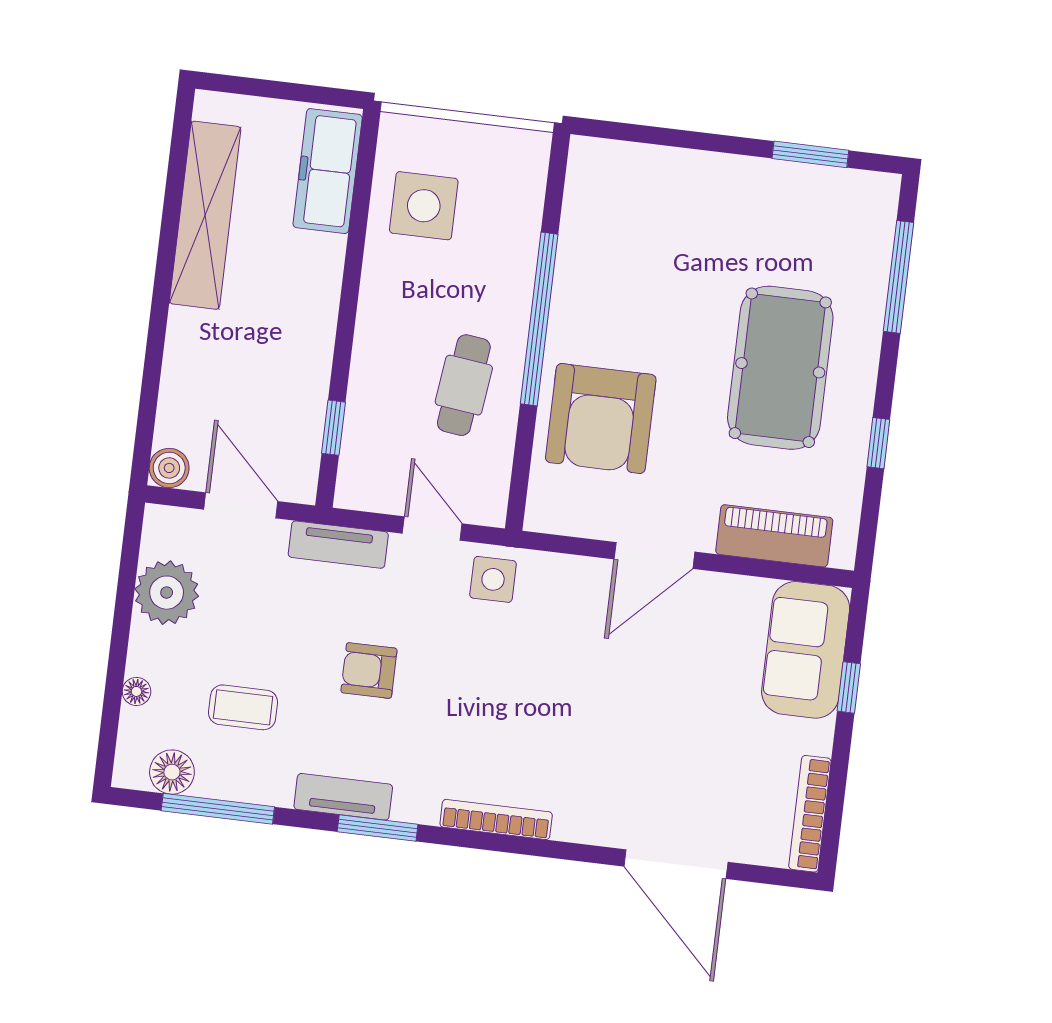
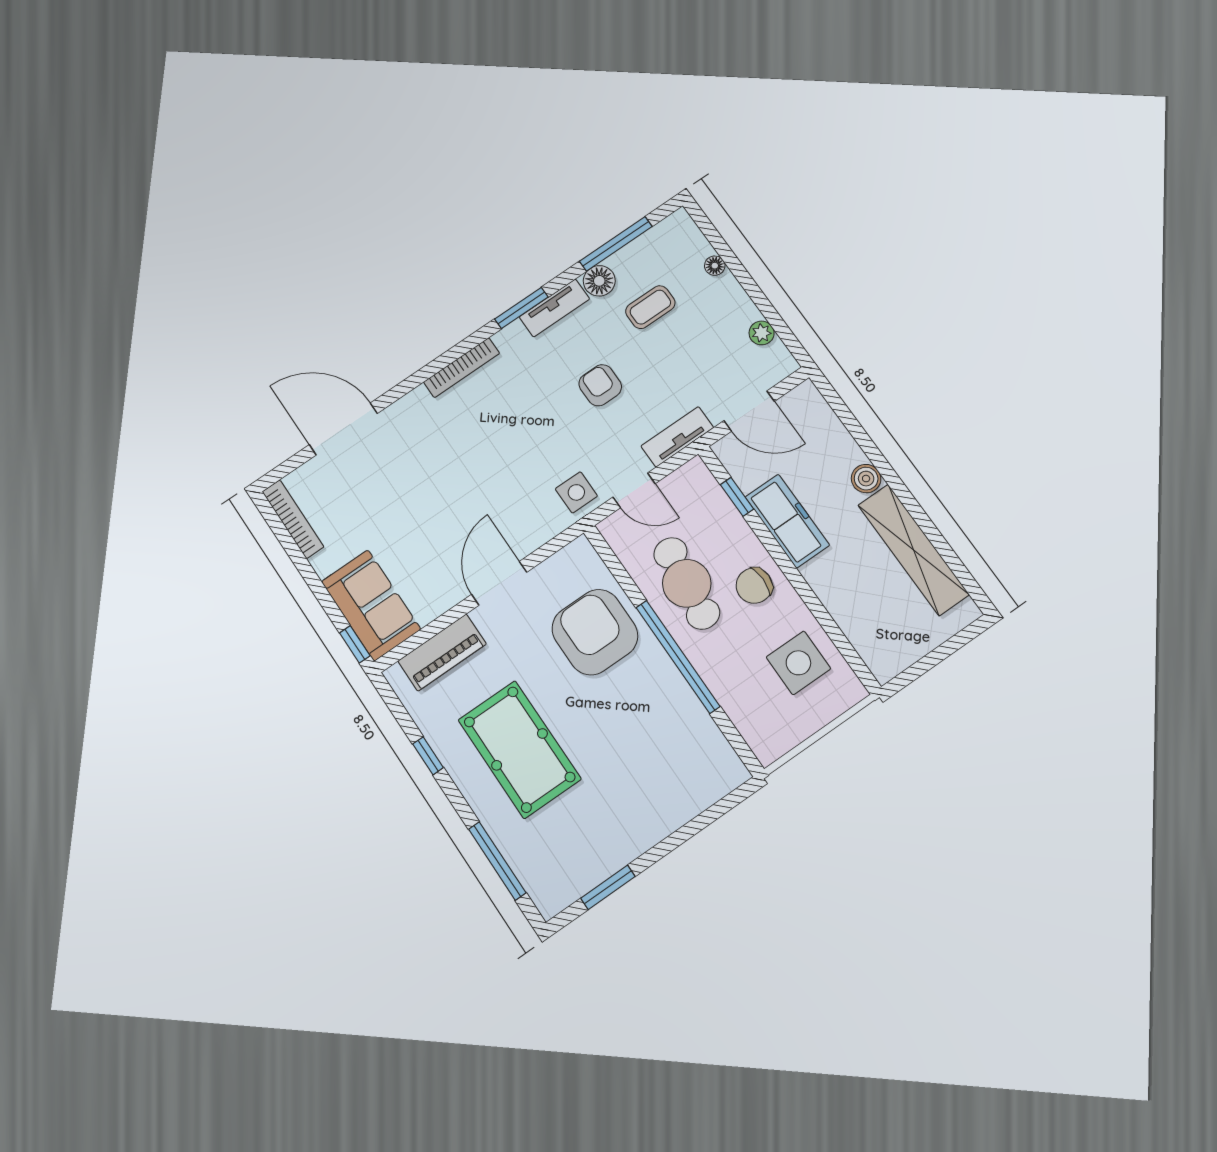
freezer: (328, 171) -> (787, 521), moved
chair: (398, 322) -> (754, 586), added
cafe table: (464, 385) -> (687, 583), width x1.37, depth x1.35
boiler: (169, 468) -> (866, 479), moved
plant: (167, 593) -> (762, 333), width x0.53, depth x0.53
armchair: (369, 670) -> (600, 385), turned -90
window: (849, 687) -> (355, 644), moved
floor lamp: (172, 772) -> (599, 281), moved

